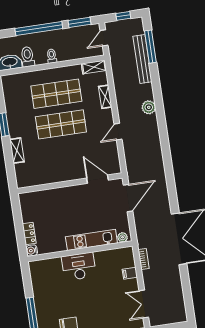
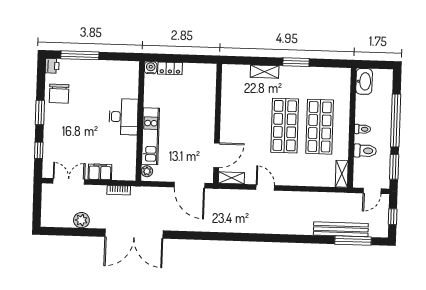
door: (104, 38) -> (372, 191), swing flipped
toilet: (28, 57) -> (365, 151), moved
shelving: (105, 97) -> (231, 178), moved
plant: (149, 107) -> (81, 220), moved
filing cabinet: (130, 273) -> (100, 172), width x2.00

